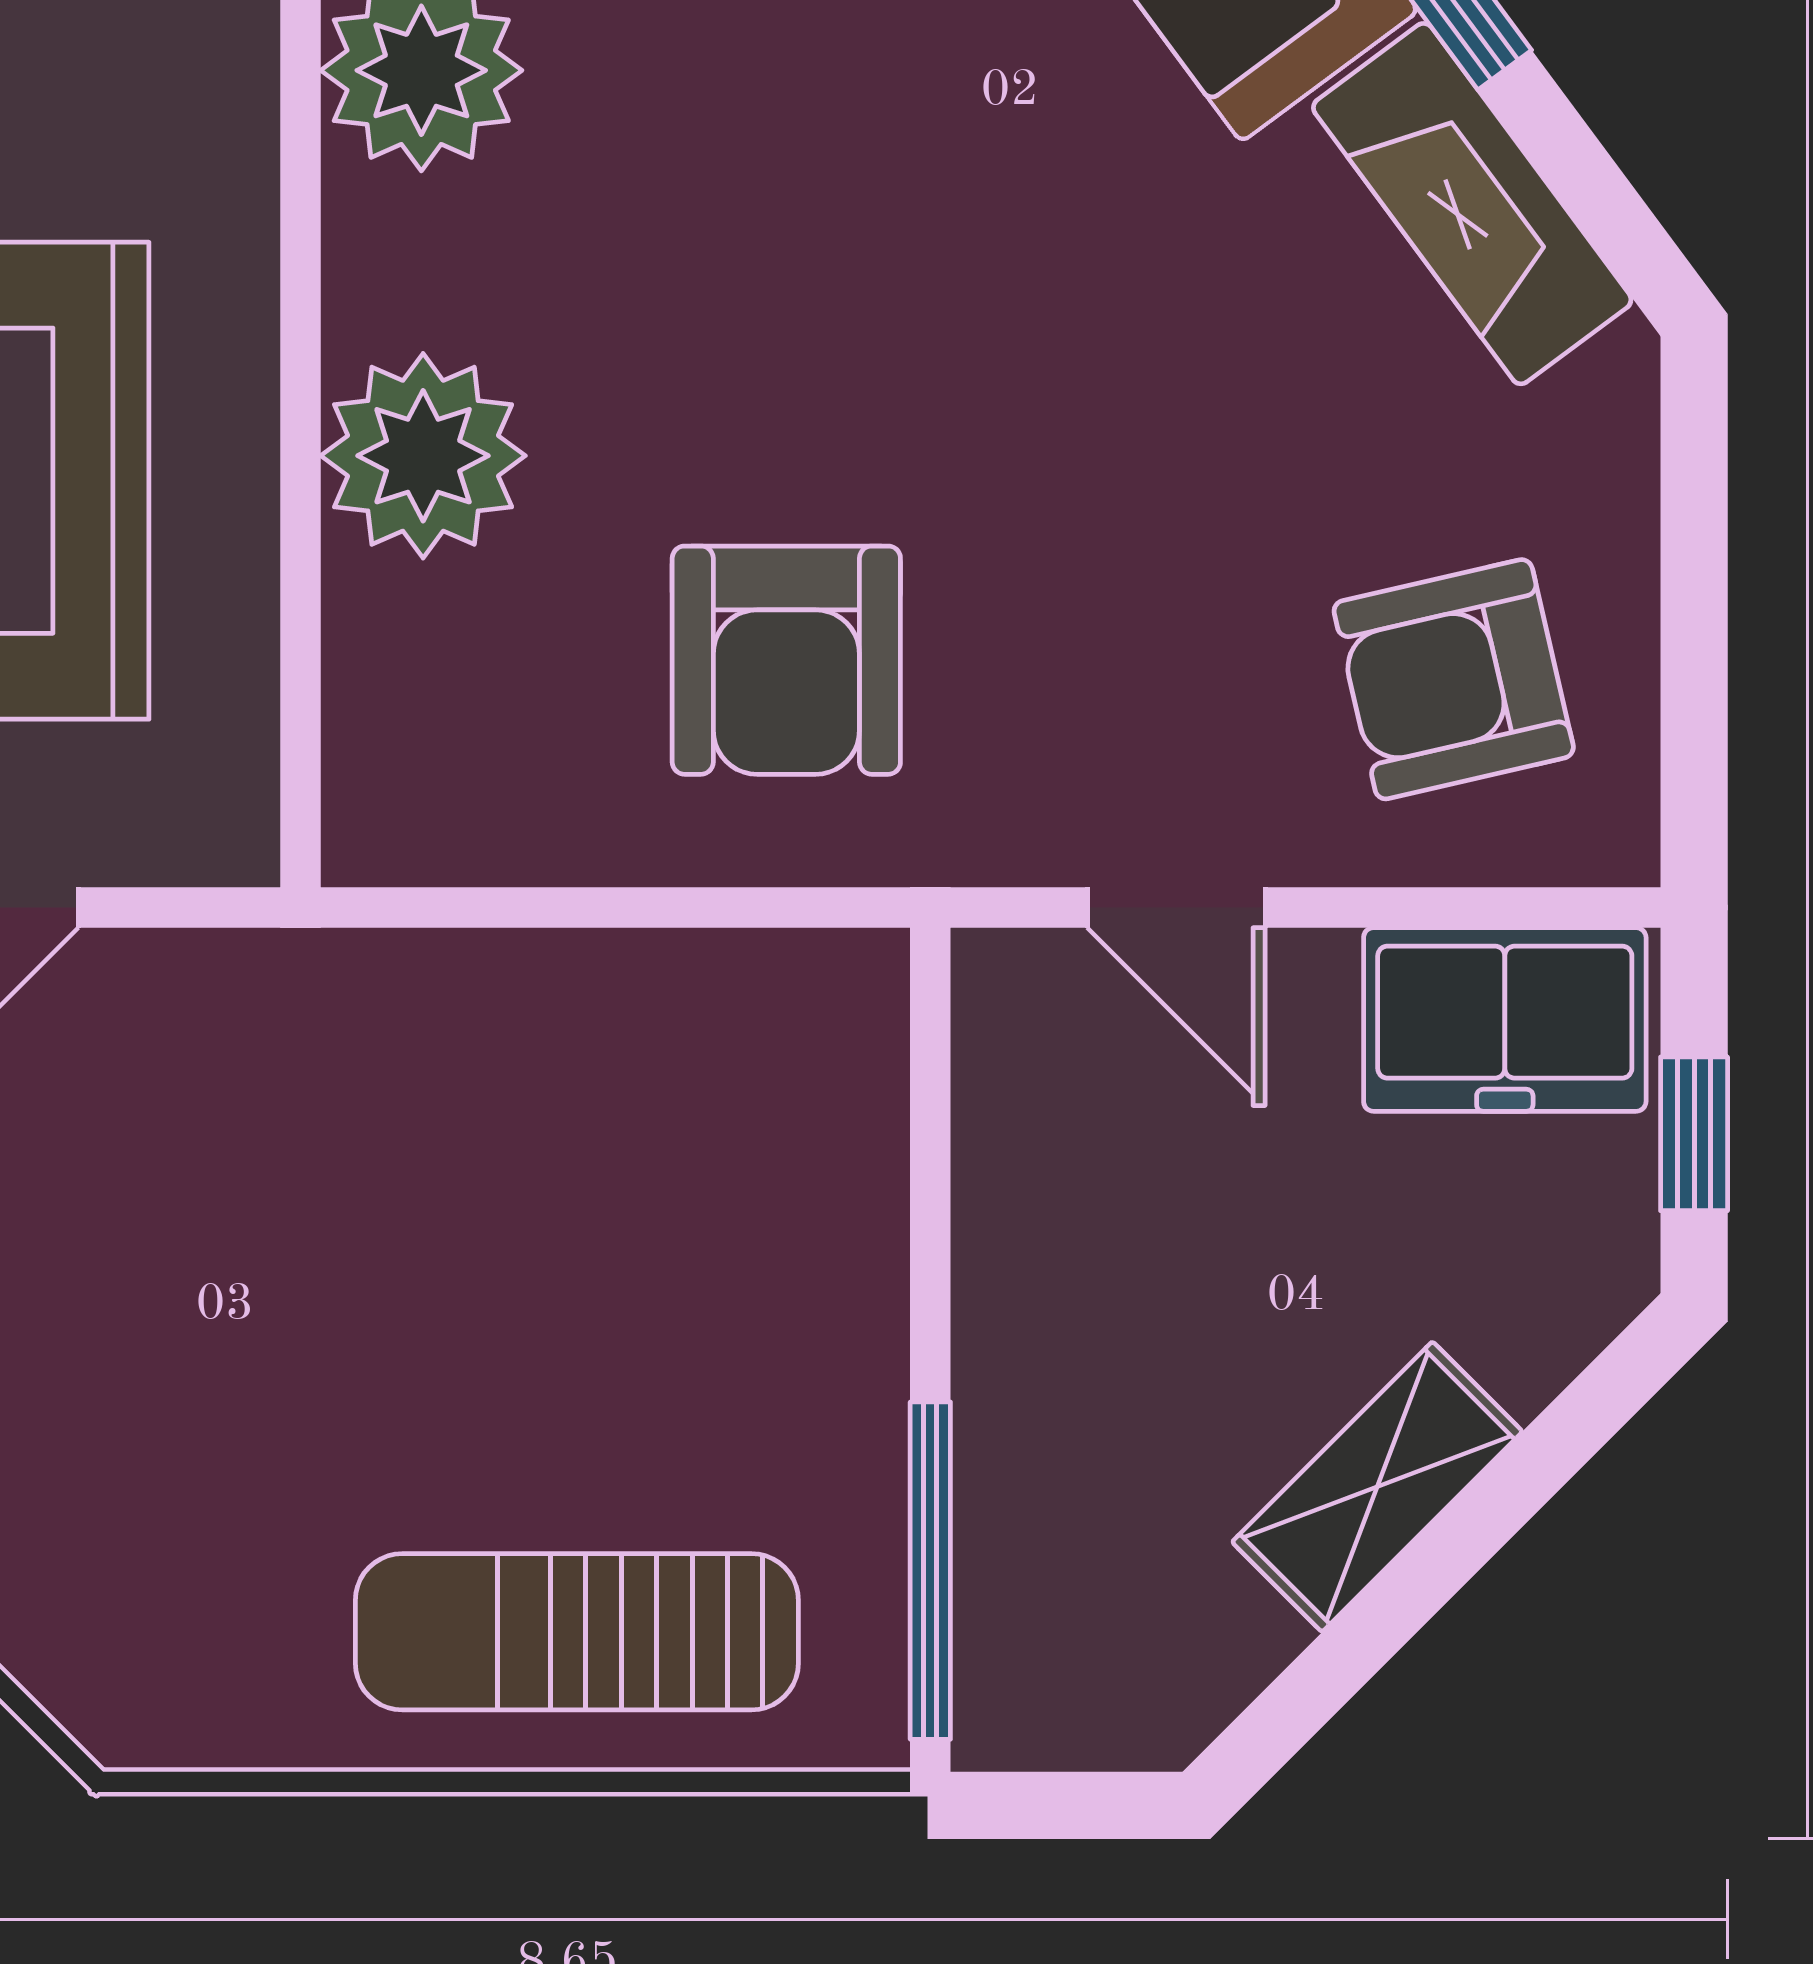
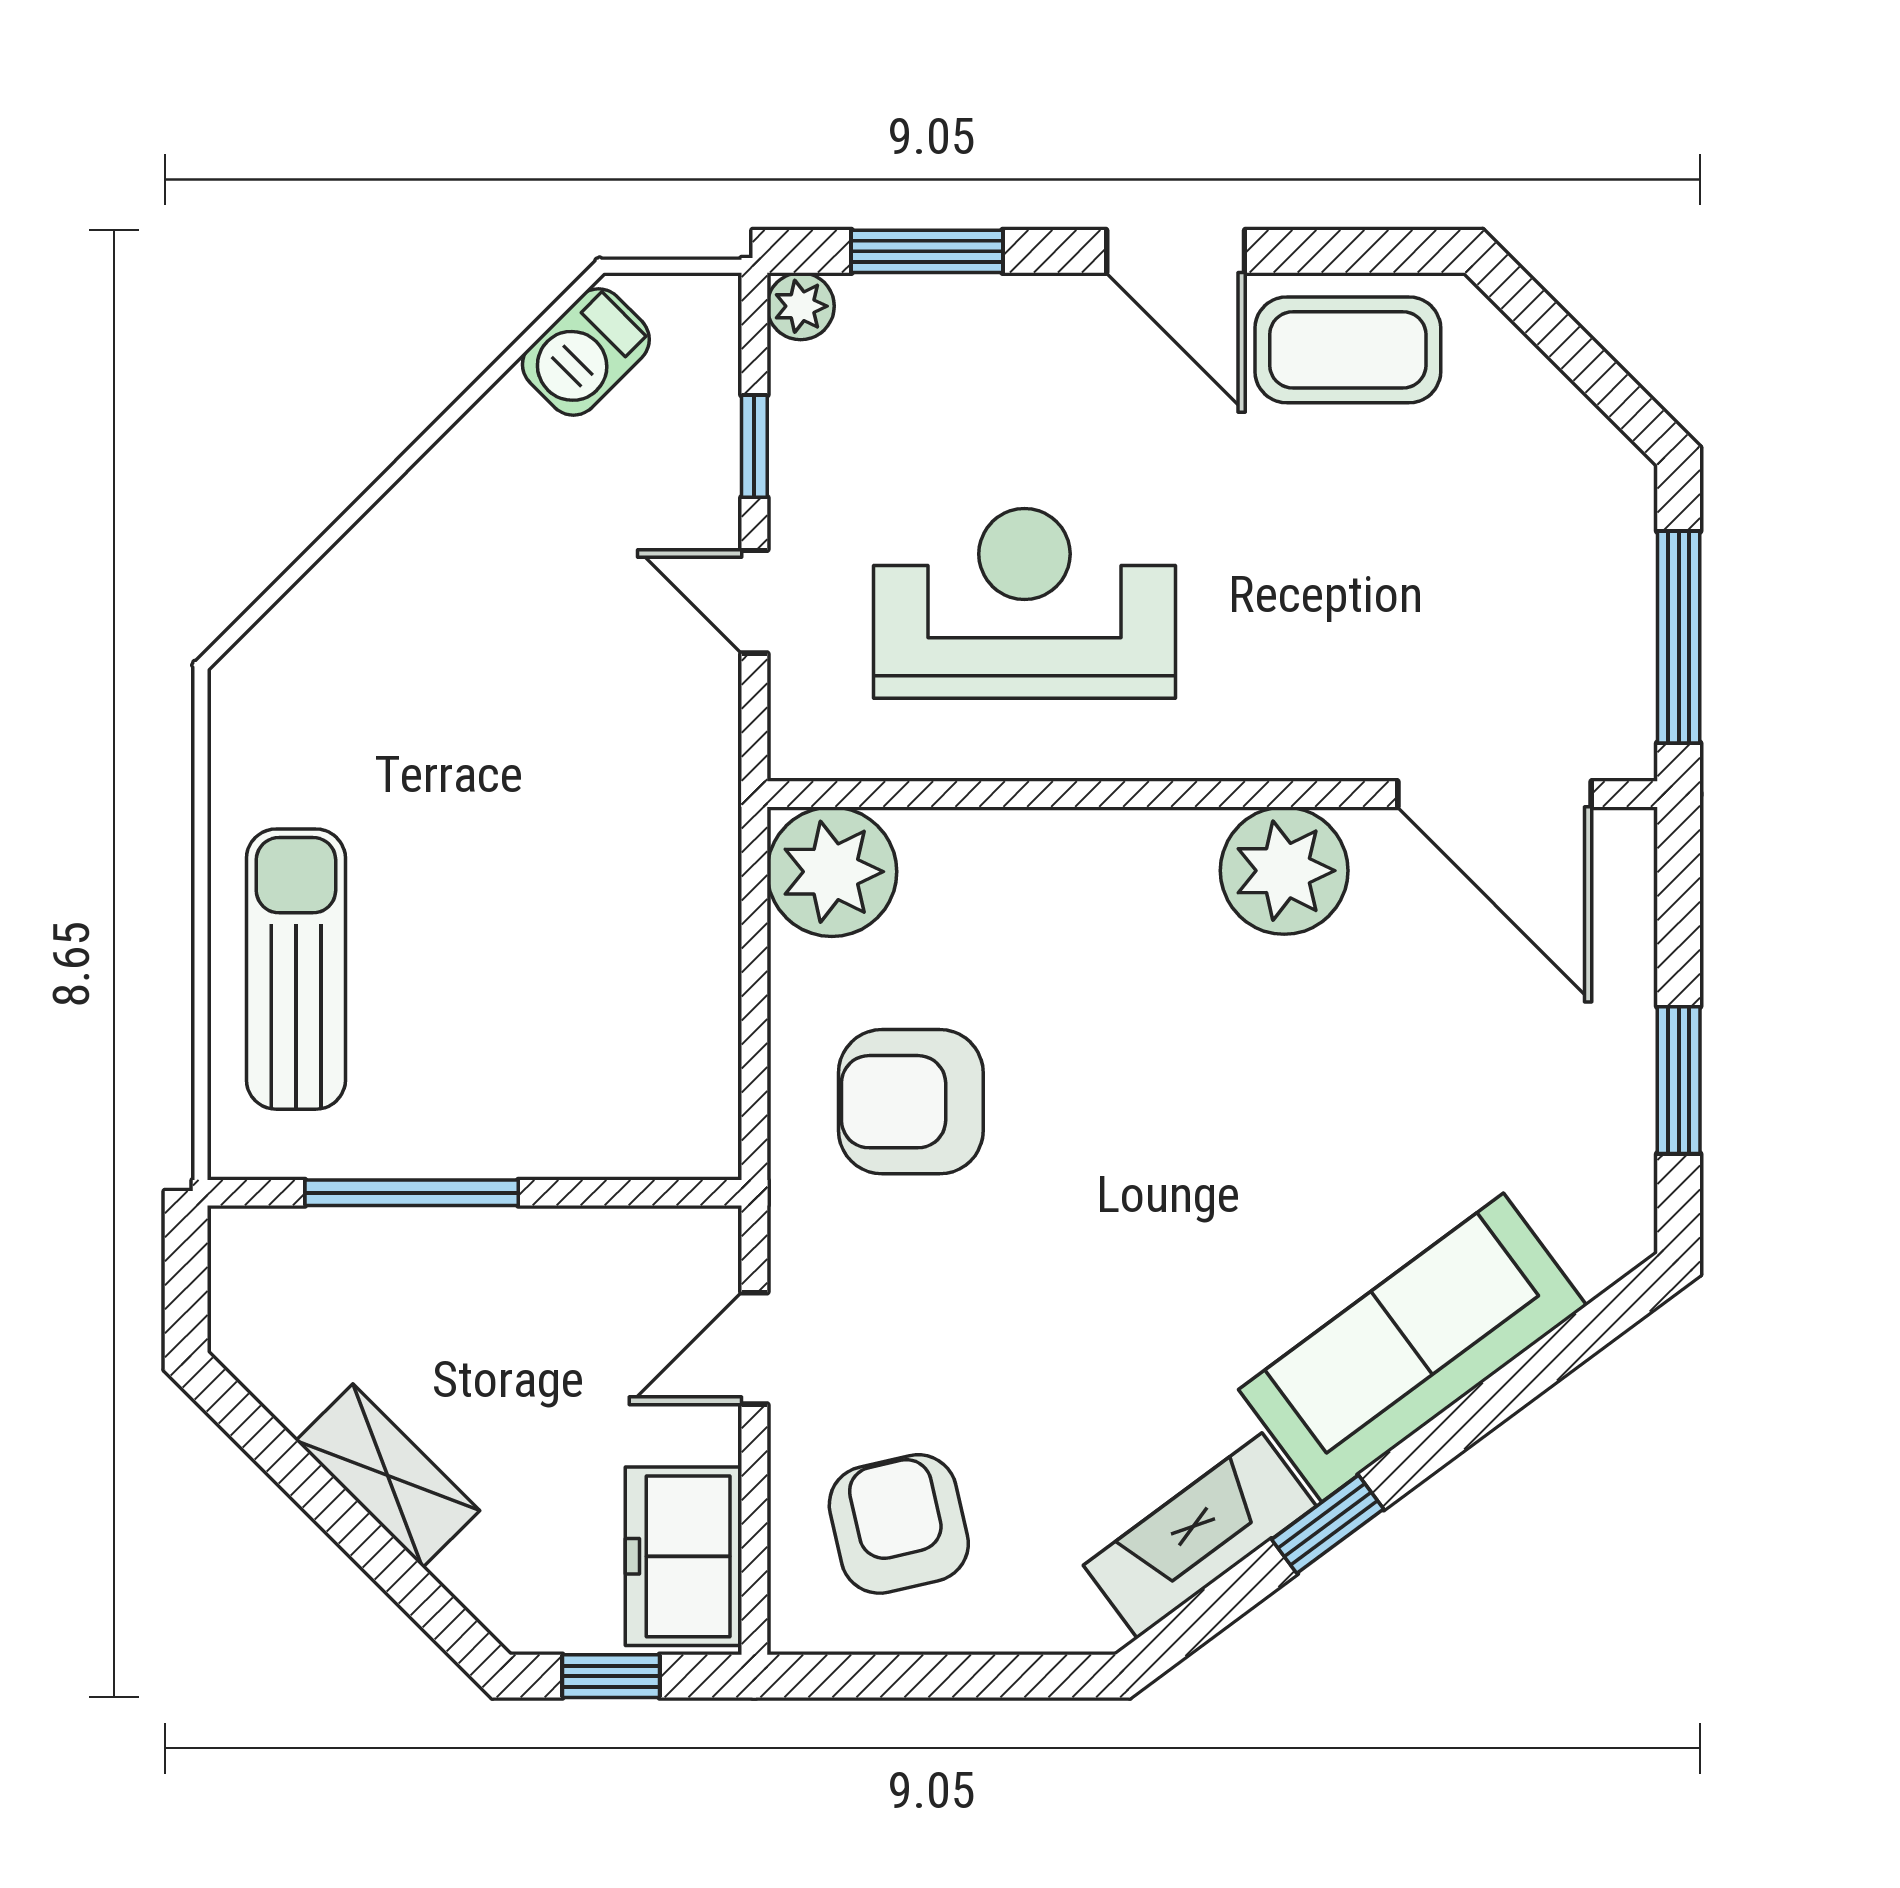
plant: (423, 456) -> (832, 872), moved
window: (930, 1571) -> (412, 1193), moved

